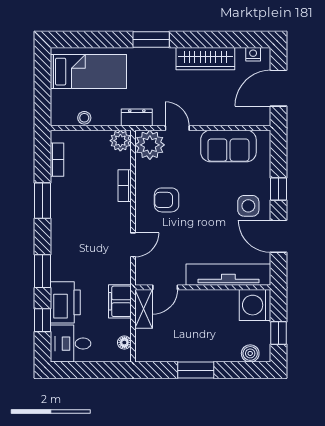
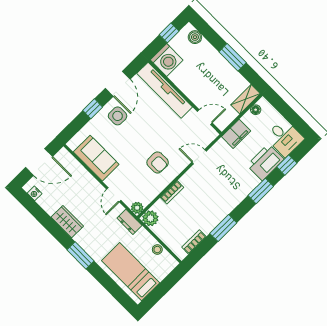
wardrobe: (205, 59) -> (67, 222), width x0.67
plant: (150, 145) -> (137, 208), width x0.53, depth x0.53
shelving: (144, 309) -> (245, 99), moved

